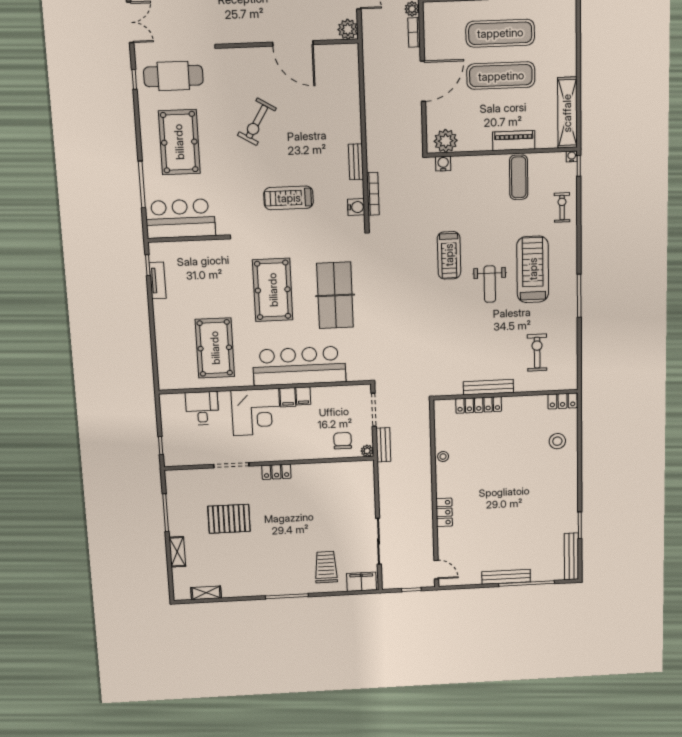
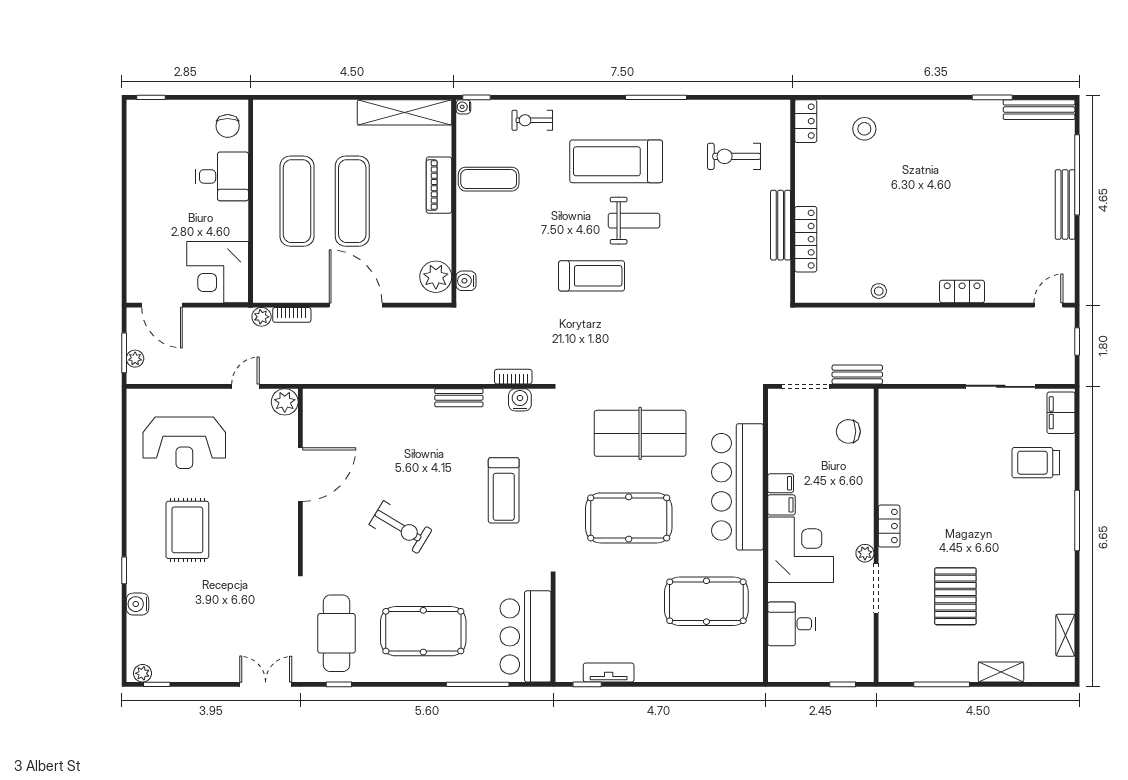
bookcase: (373, 194) -> (513, 377), width x0.64
plant: (367, 451) -> (865, 553), moved

